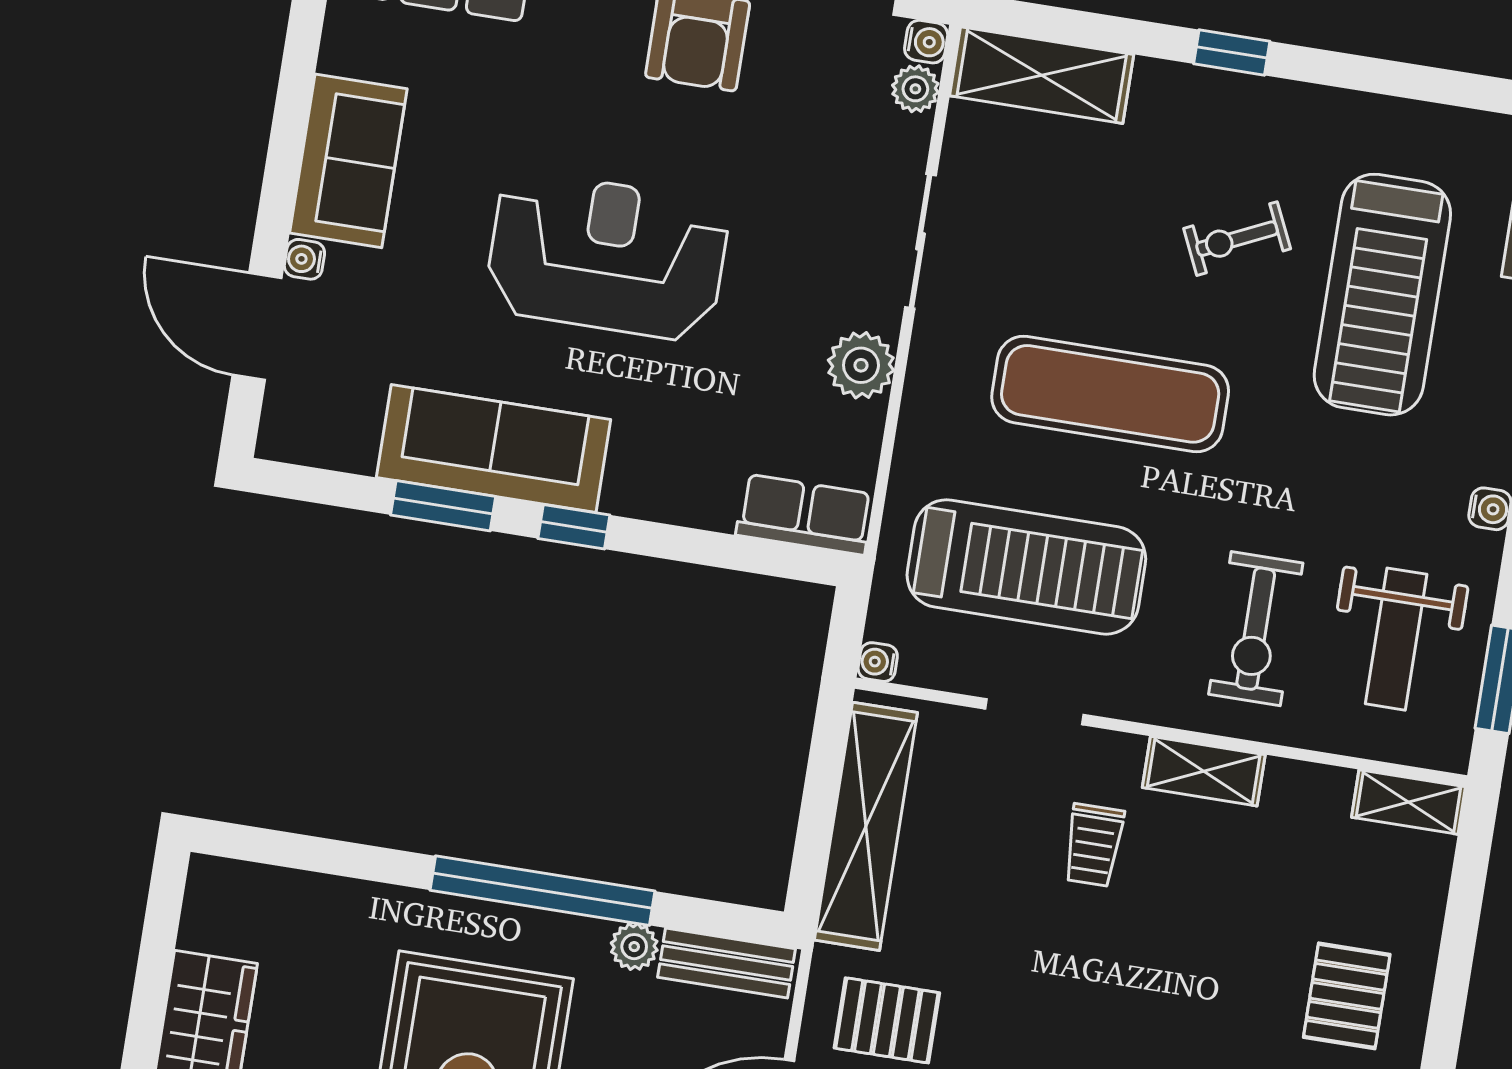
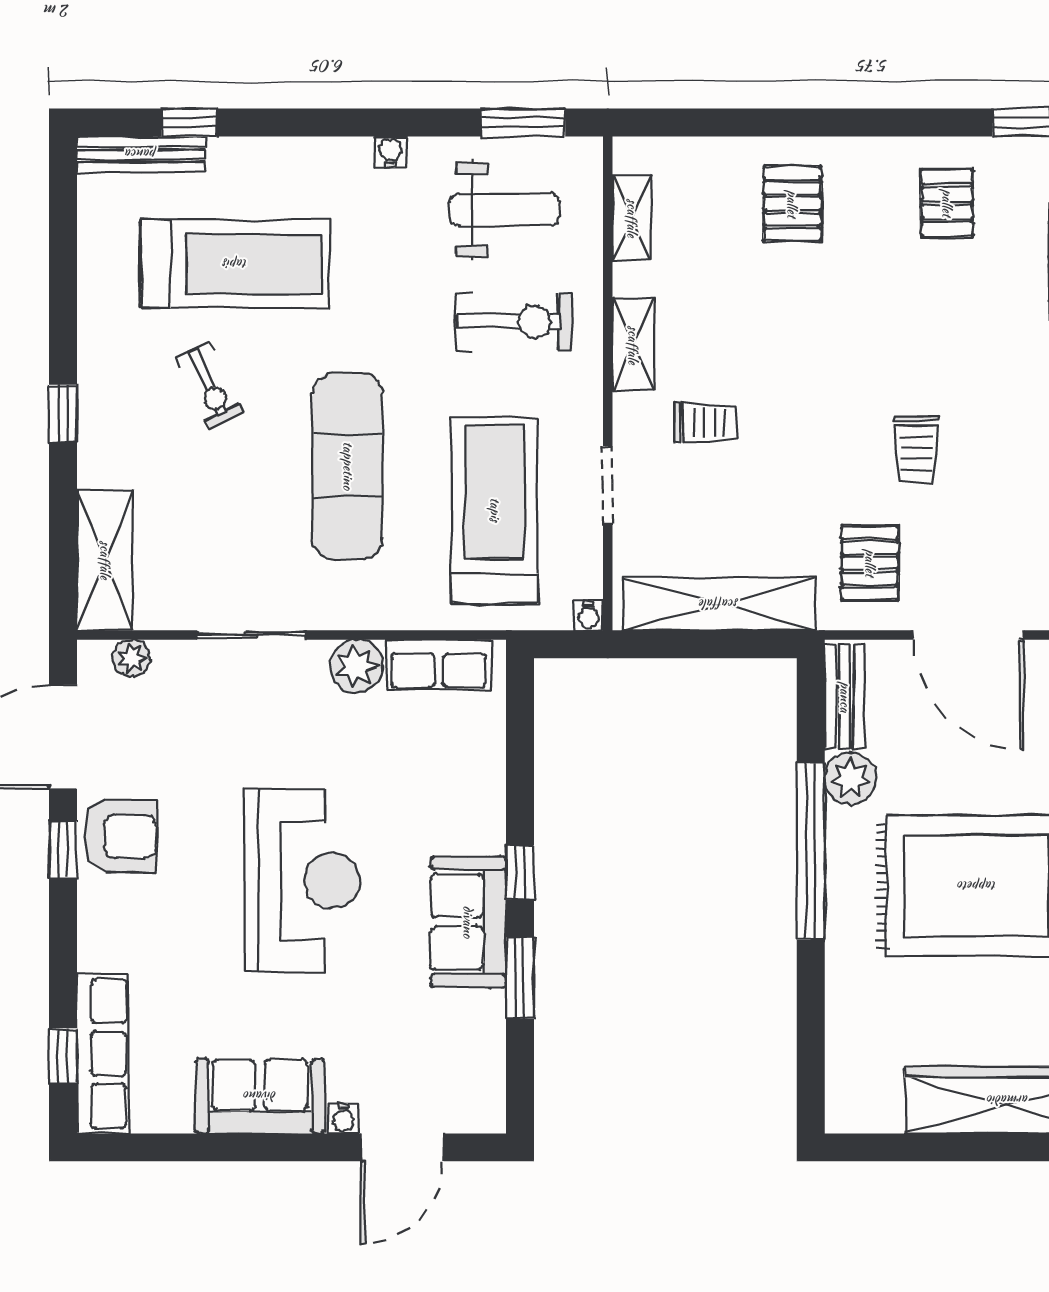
water cooler: (926, 42) -> (93, 656), removed
reception desk: (607, 256) -> (302, 880), turned 180
sofa: (494, 448) -> (468, 922), width x0.73
row of seats: (805, 515) -> (439, 664), moved, turned -90
shelving: (1408, 802) -> (632, 218), moved
plant: (634, 947) -> (850, 779), width x1.38, depth x1.38
pallet: (1347, 996) -> (792, 204), turned 90

